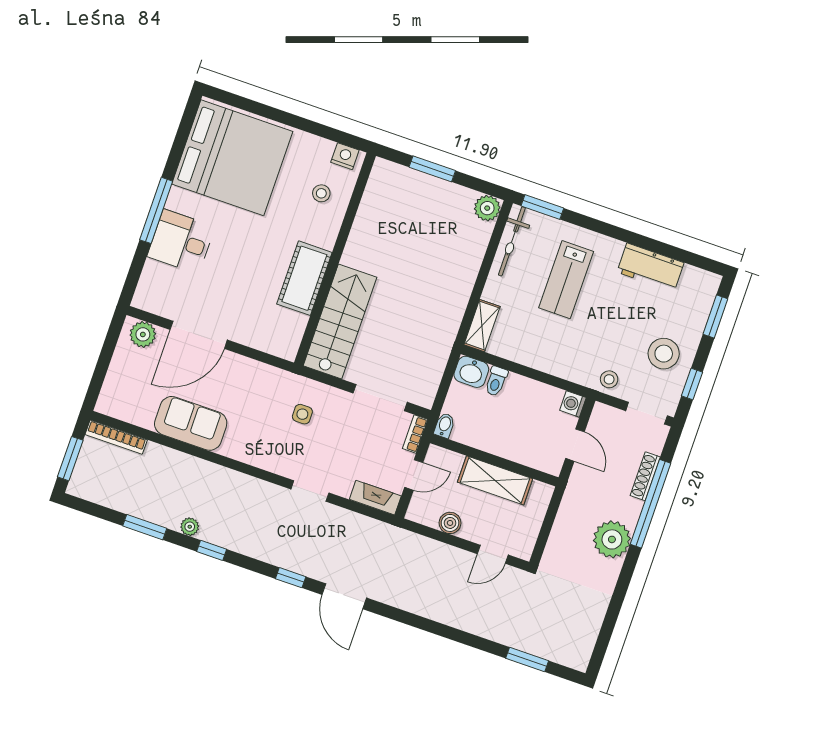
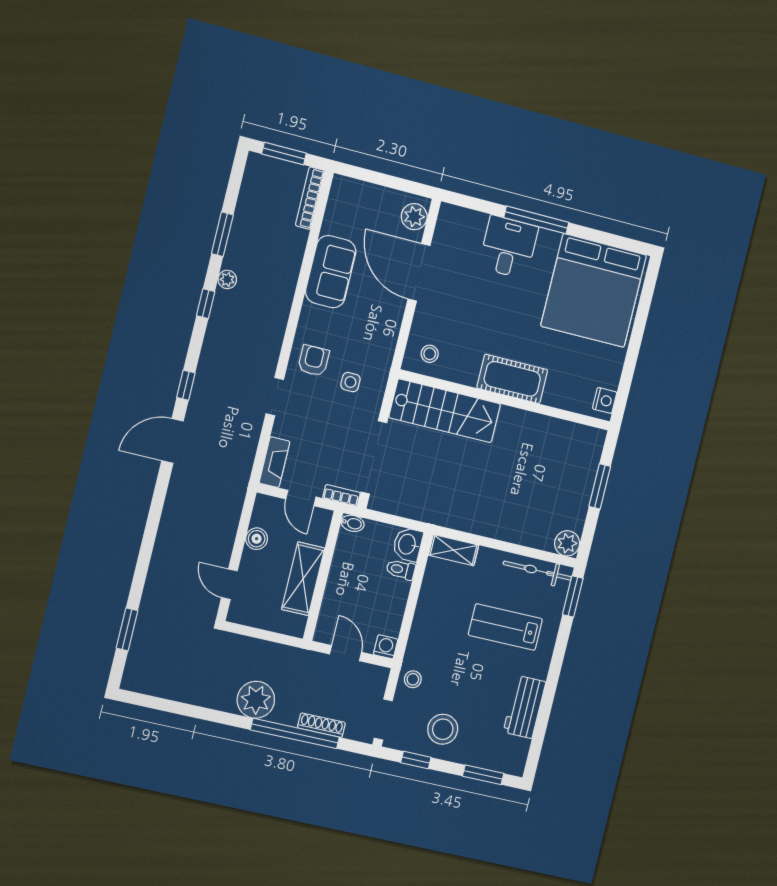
stool: (321, 193) -> (430, 354), moved
cot: (304, 278) -> (512, 379), moved
doorway: (380, 398) -> (374, 457), width x1.36
door: (575, 445) -> (345, 653), swing flipped
armchair: (278, 449) -> (314, 361), added

